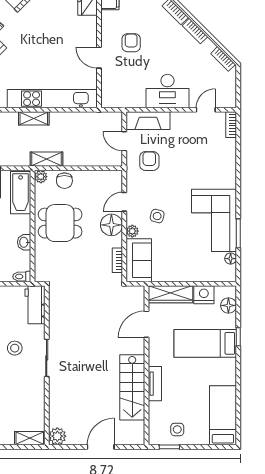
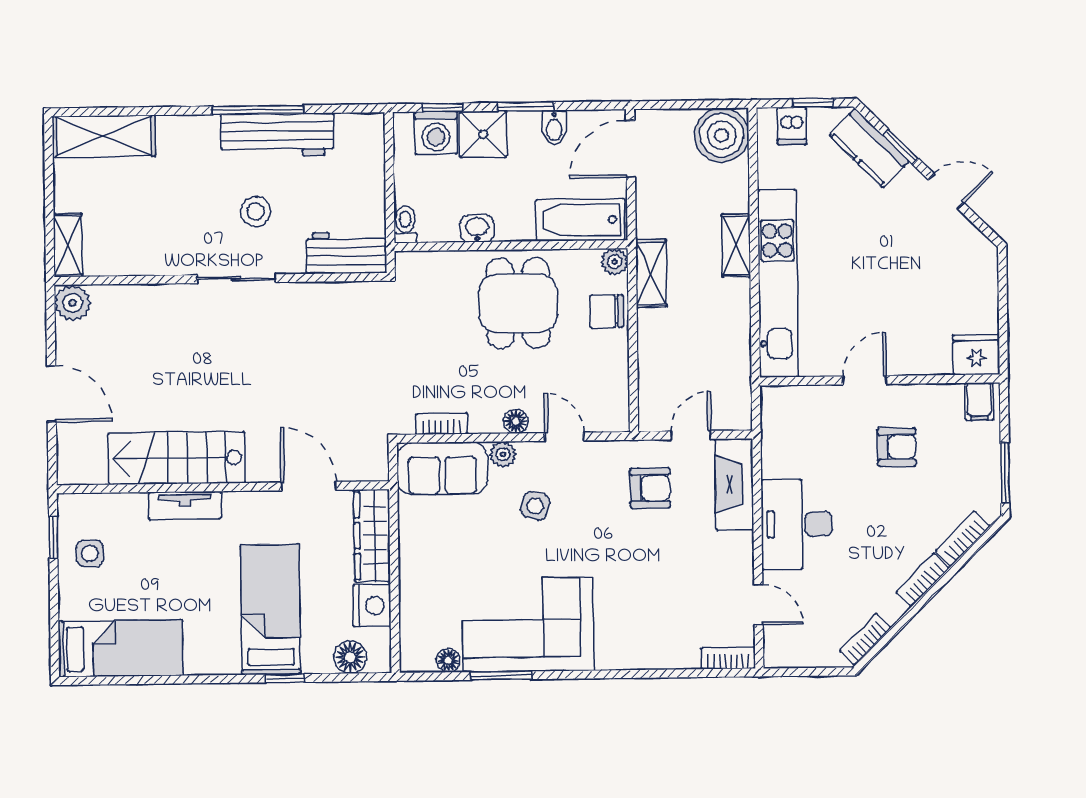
floor lamp: (111, 225) -> (516, 421), width x0.53, depth x0.53

